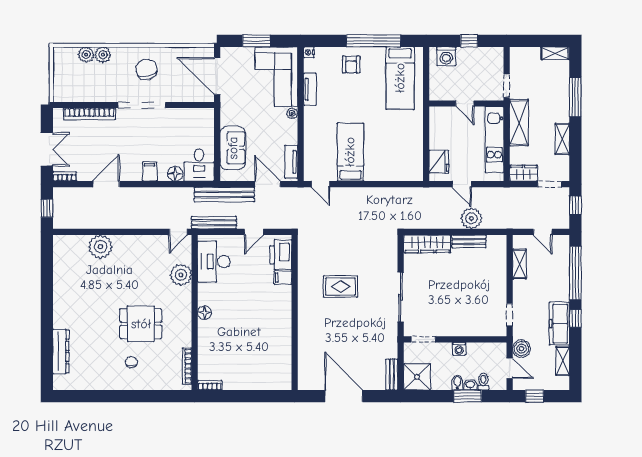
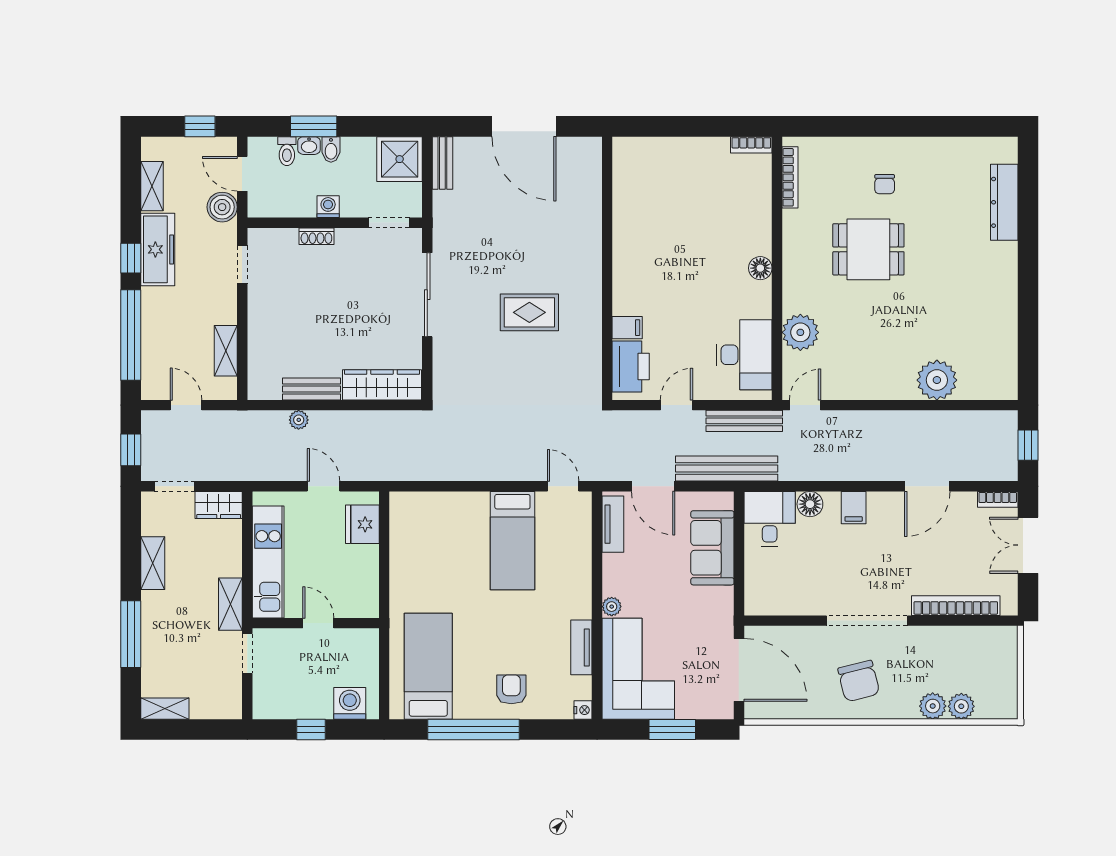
shelving: (519, 122) -> (230, 604), width x0.67, depth x0.75
plant: (471, 218) -> (299, 420), width x0.53, depth x0.53
shoe rack: (466, 331) -> (316, 236), added

